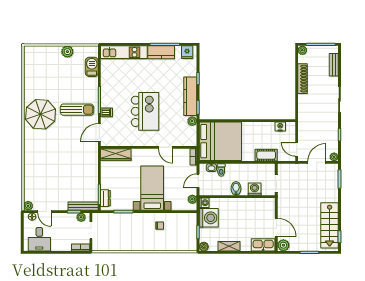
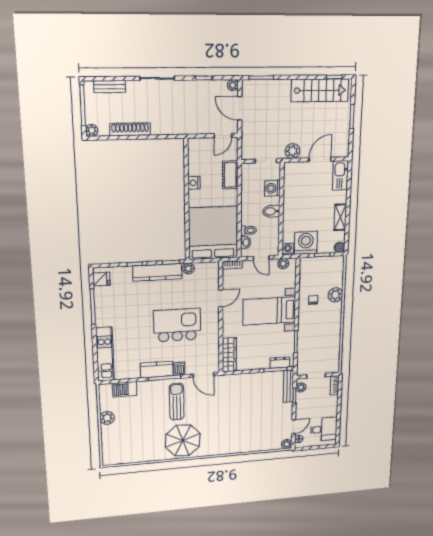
kitchen counter: (161, 52) -> (157, 369), moved, turned -90
nightstand: (280, 126) -> (194, 183), moved
plant: (163, 245) -> (335, 295), added
plant: (283, 245) -> (293, 151), moved

